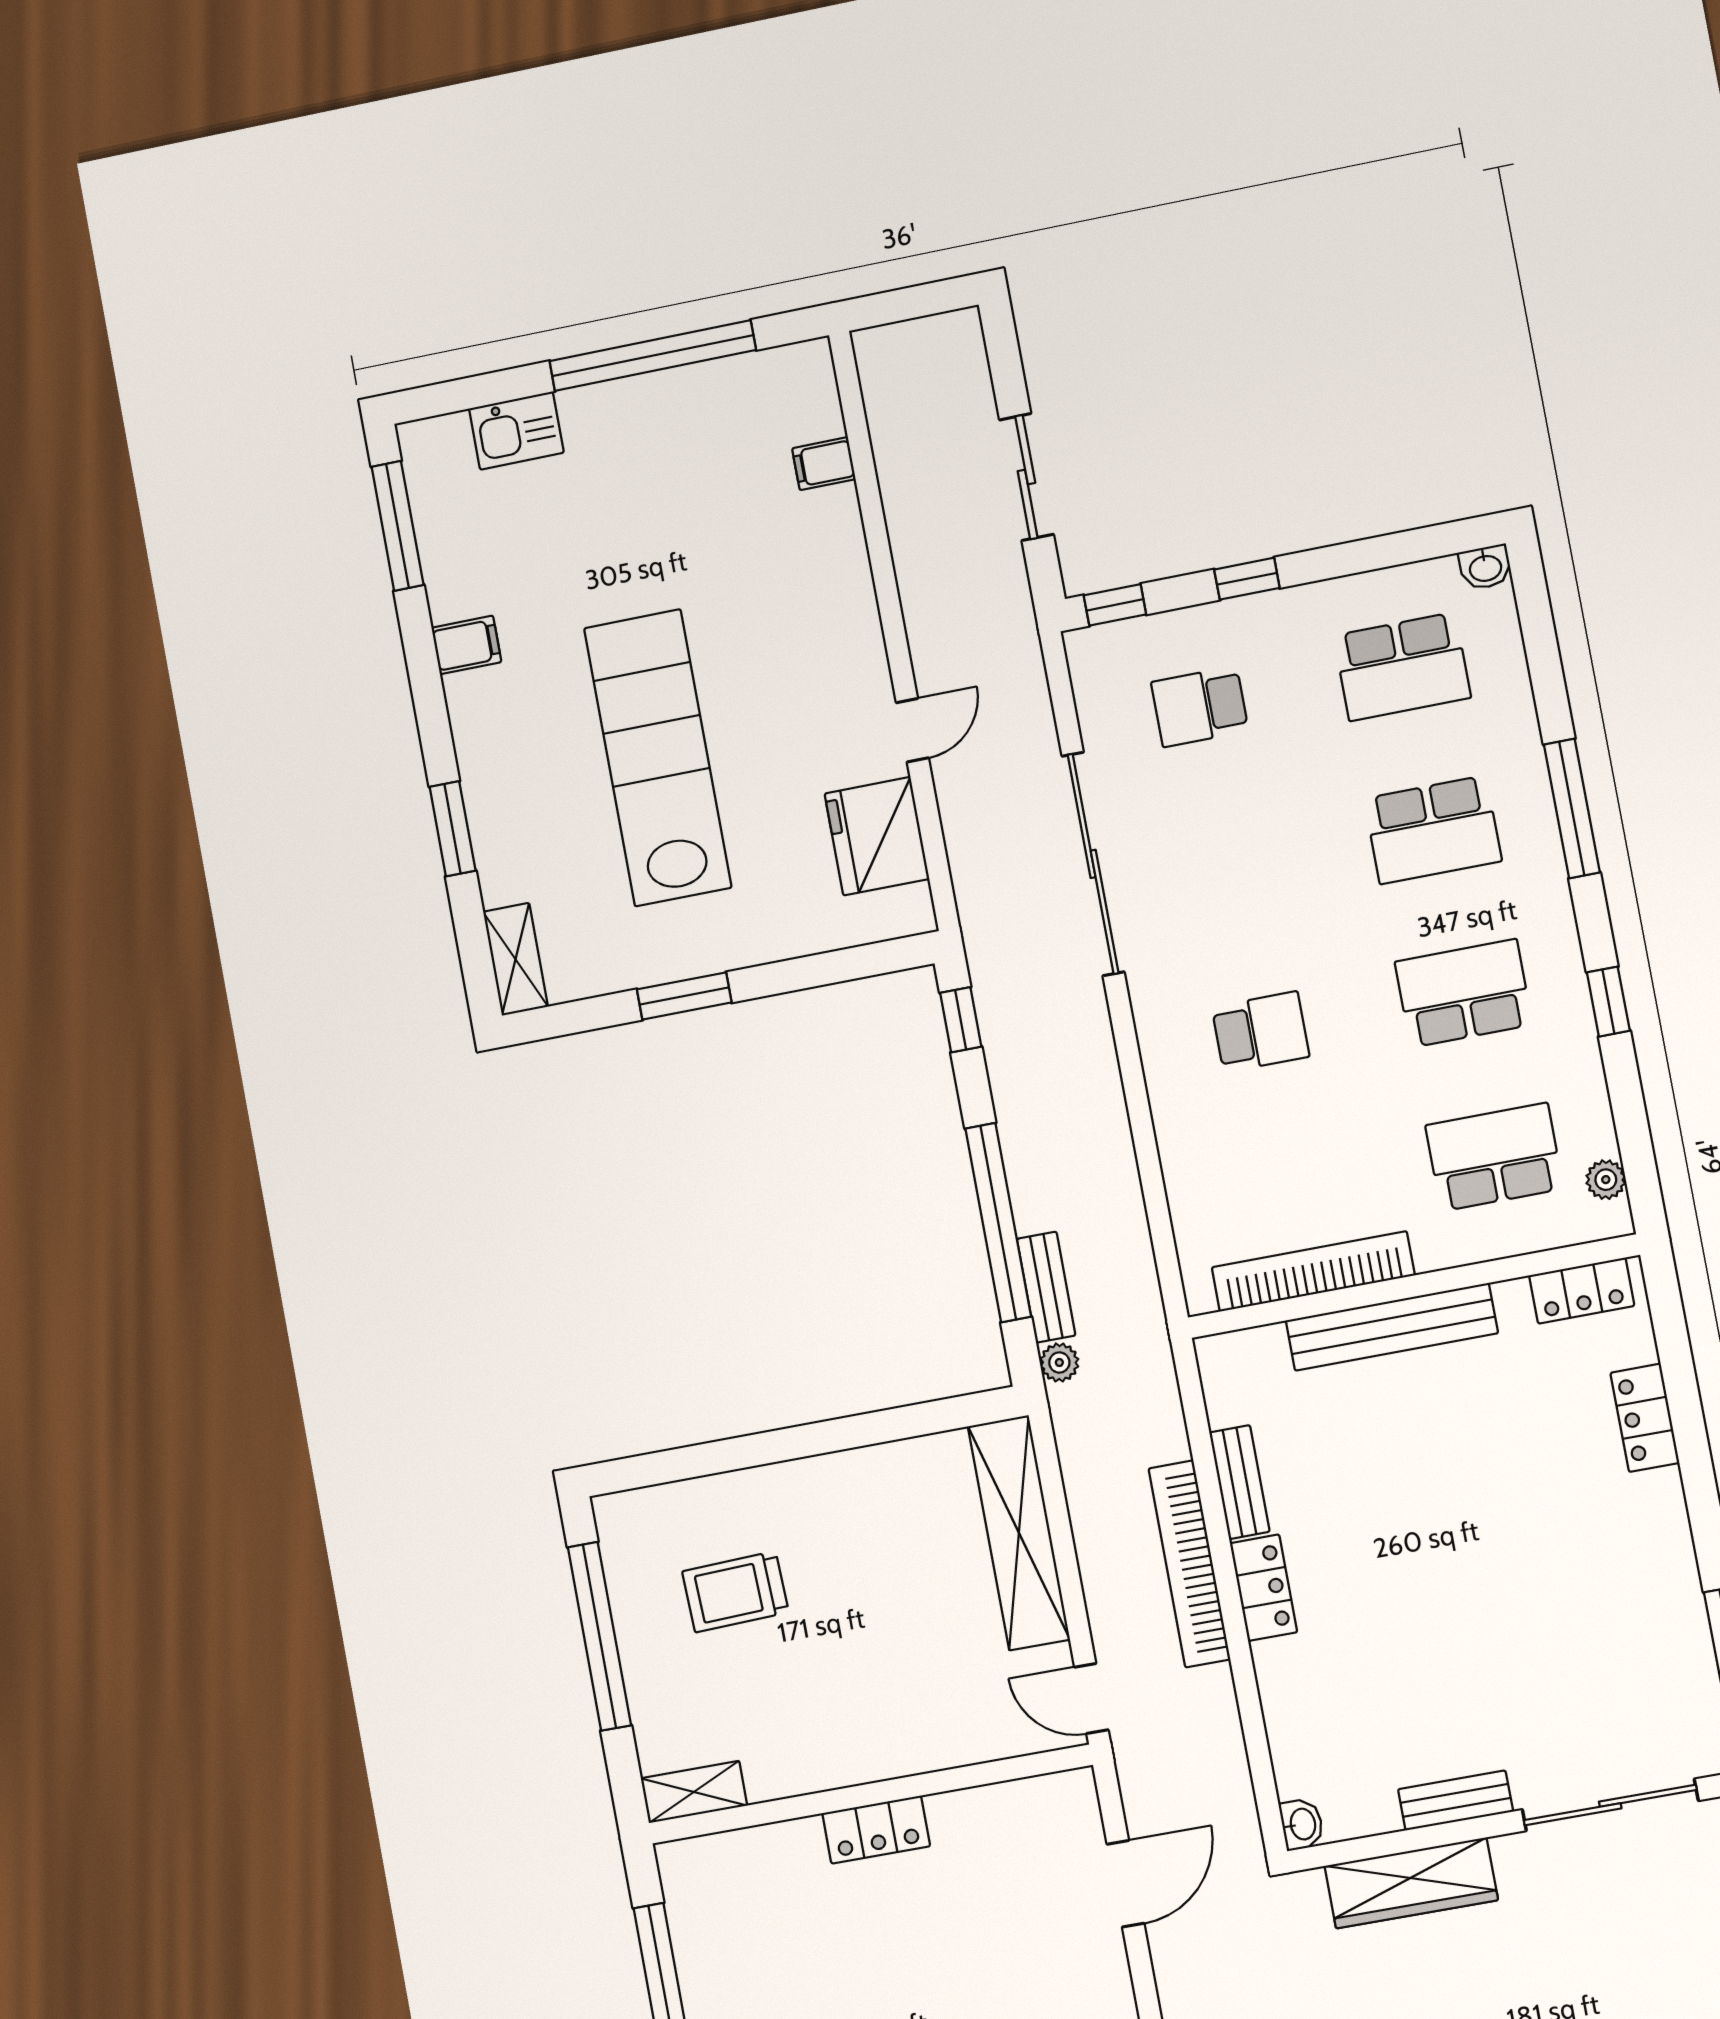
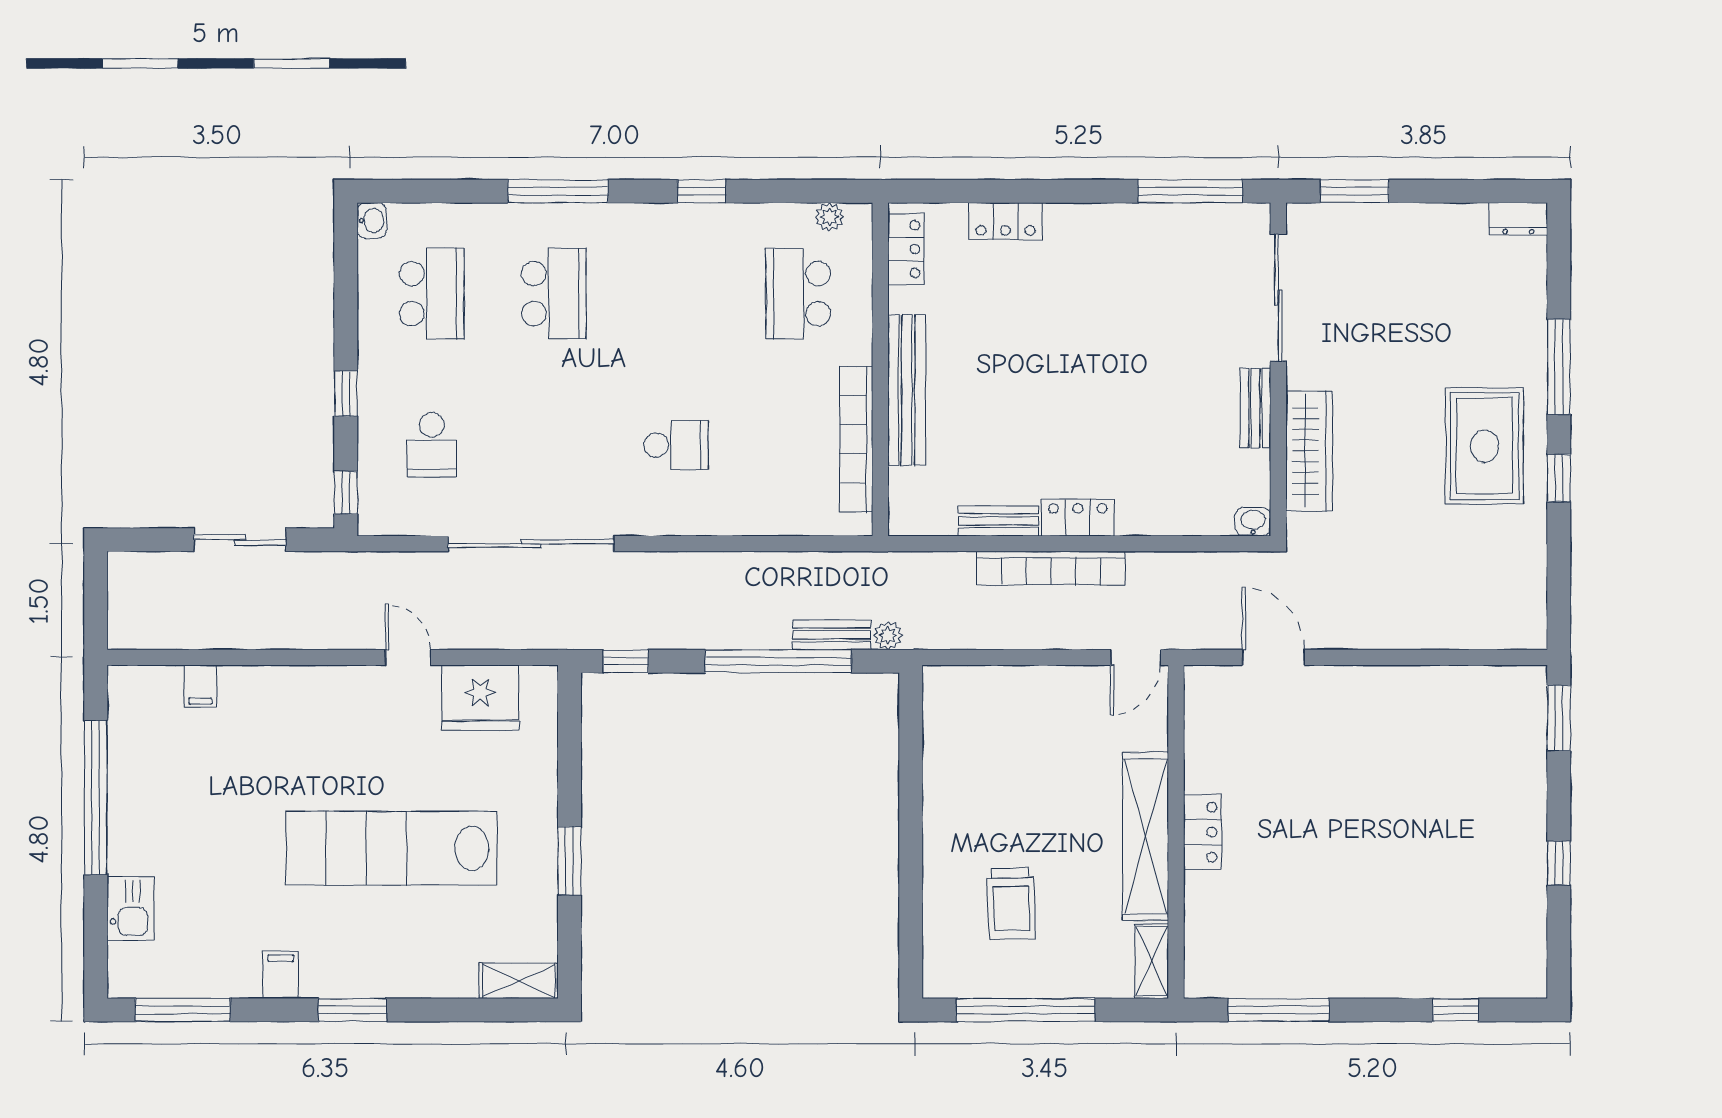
window: (453, 829) -> (353, 1010), moved
school desk: (1464, 993) -> (676, 294), removed
school desk: (1261, 1032) -> (676, 445), turned 90
shelving: (1019, 1533) -> (1145, 836), moved, turned 90

